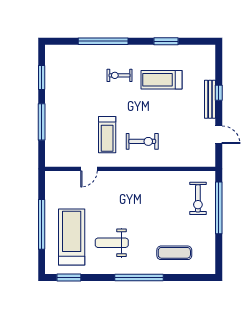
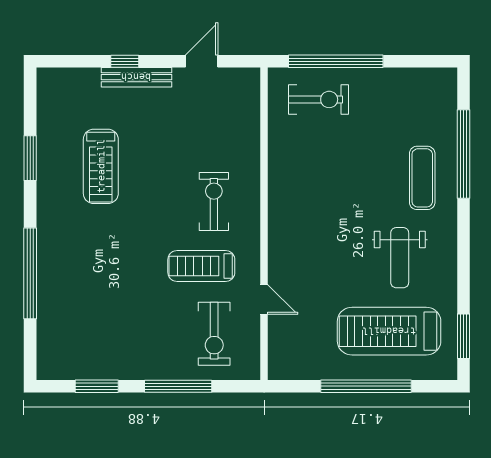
exercise bike: (120, 75) -> (214, 334), moved, width x1.38, depth x1.39
treadmill: (107, 135) -> (201, 266), turned 180
exercise mat: (174, 253) -> (422, 178), moved
window: (139, 277) -> (463, 154), moved

